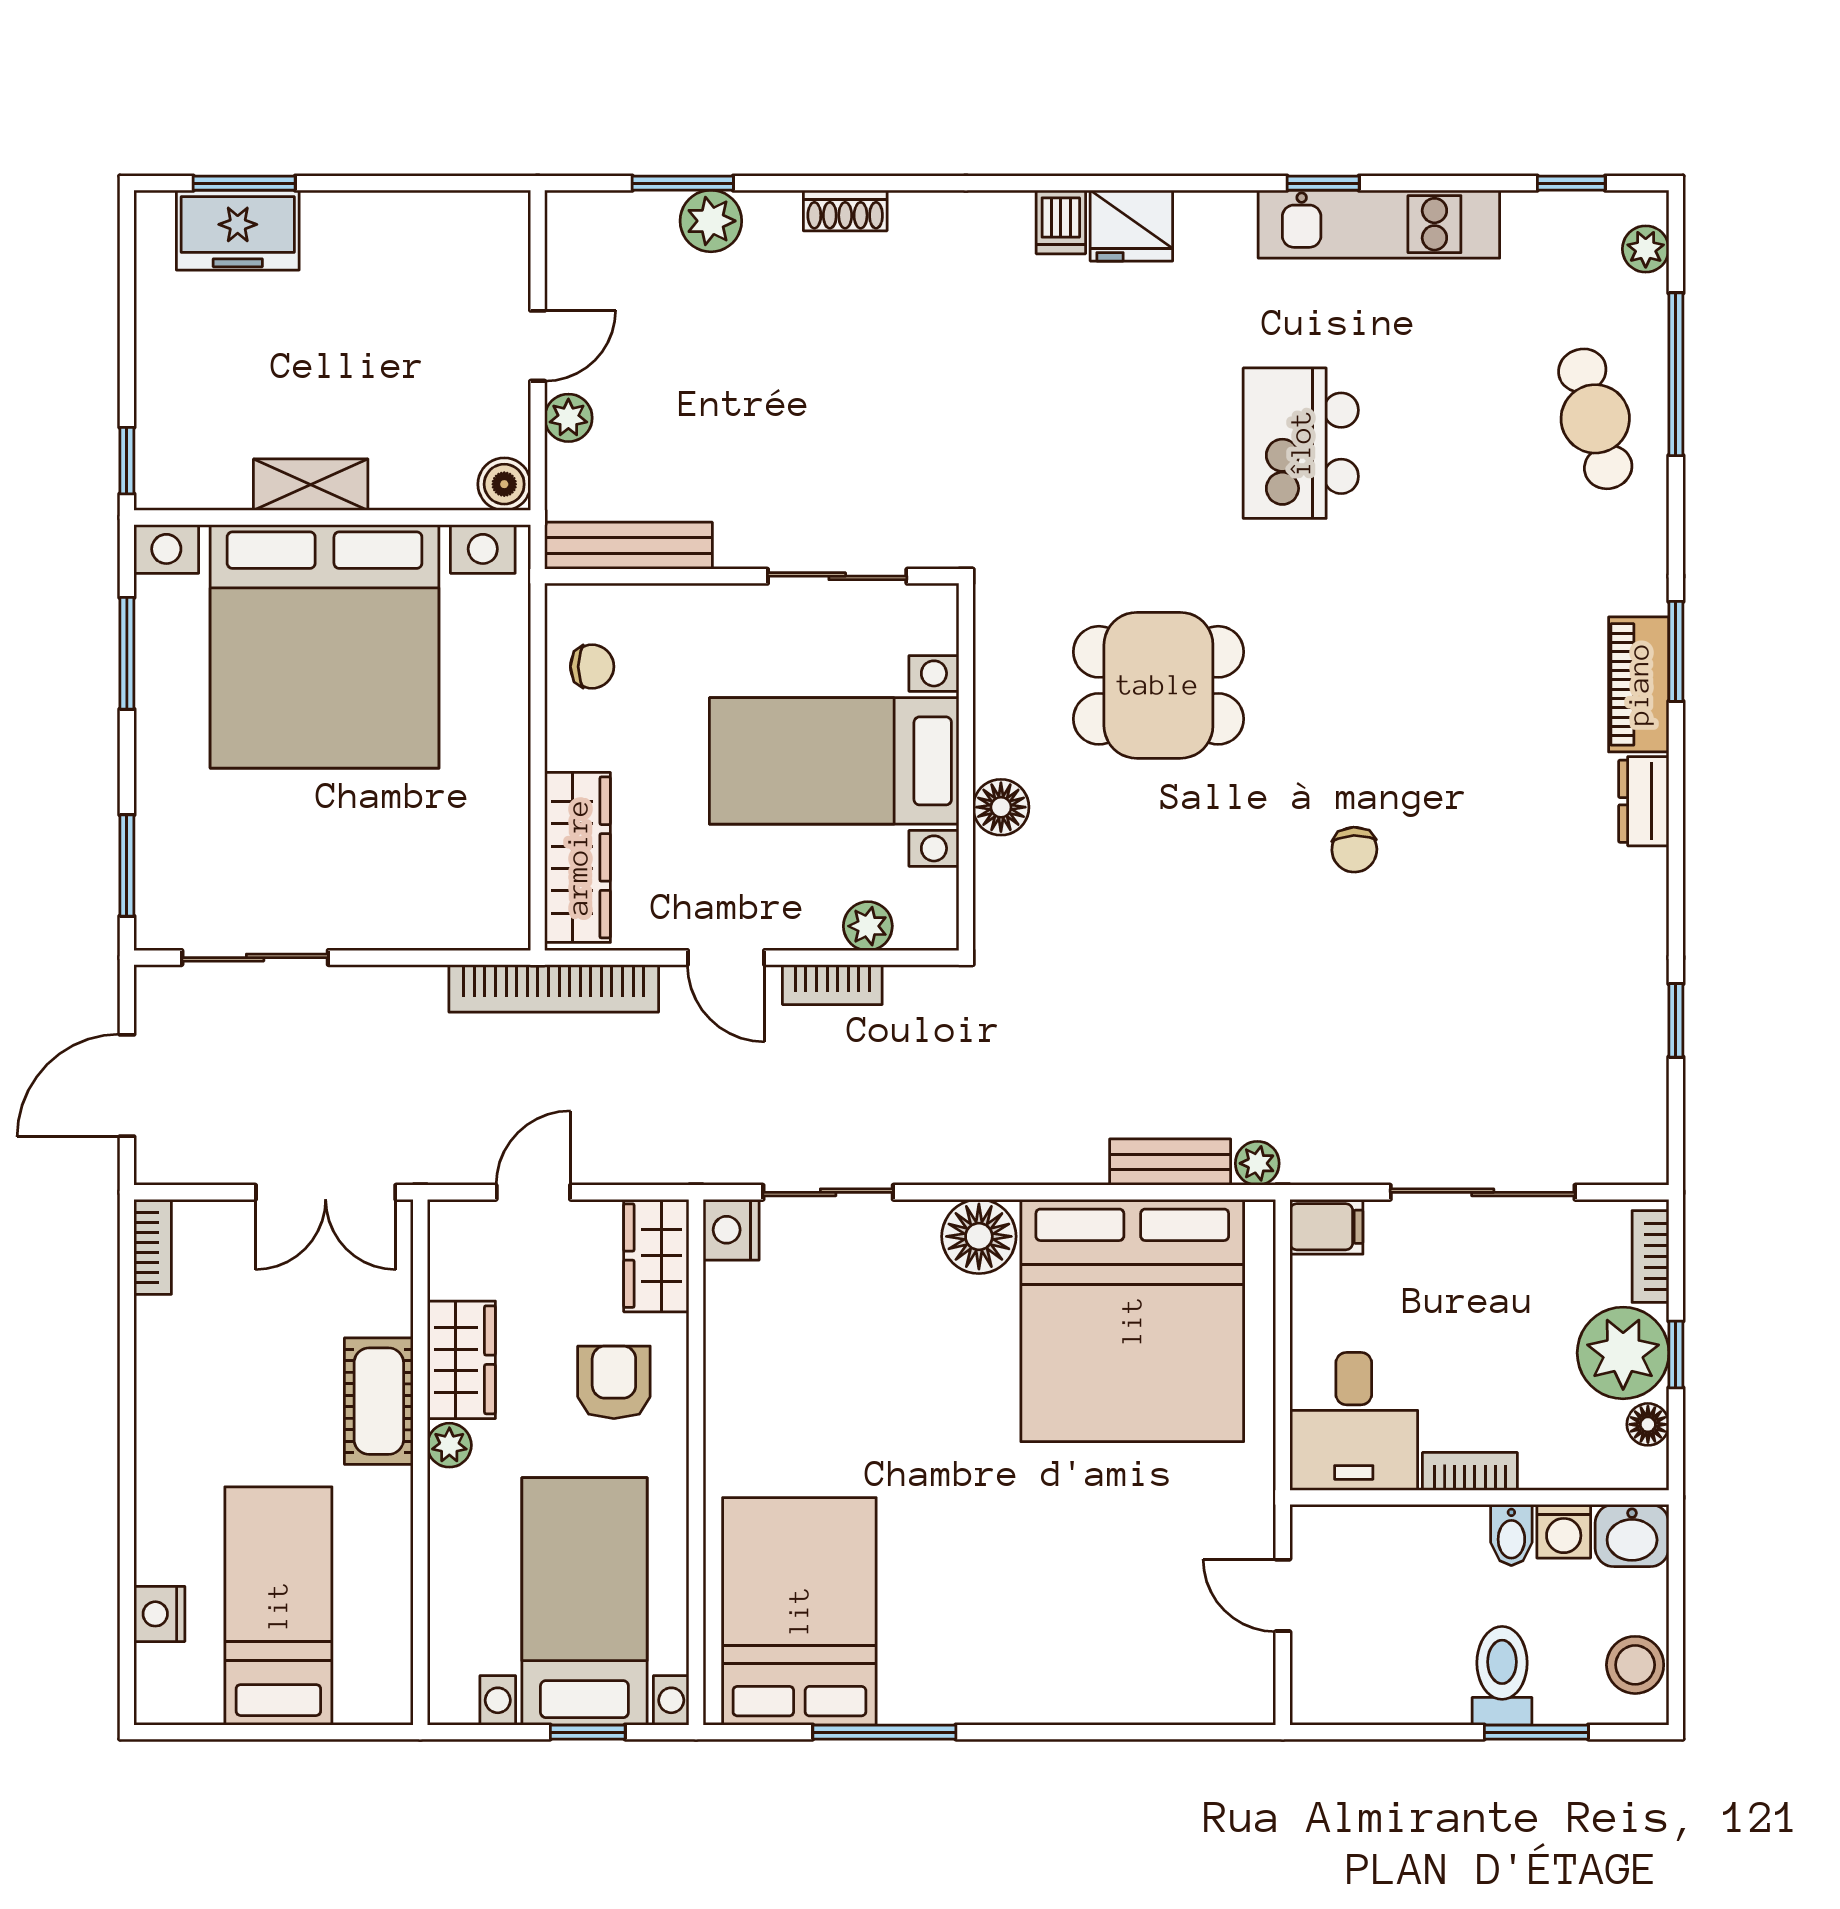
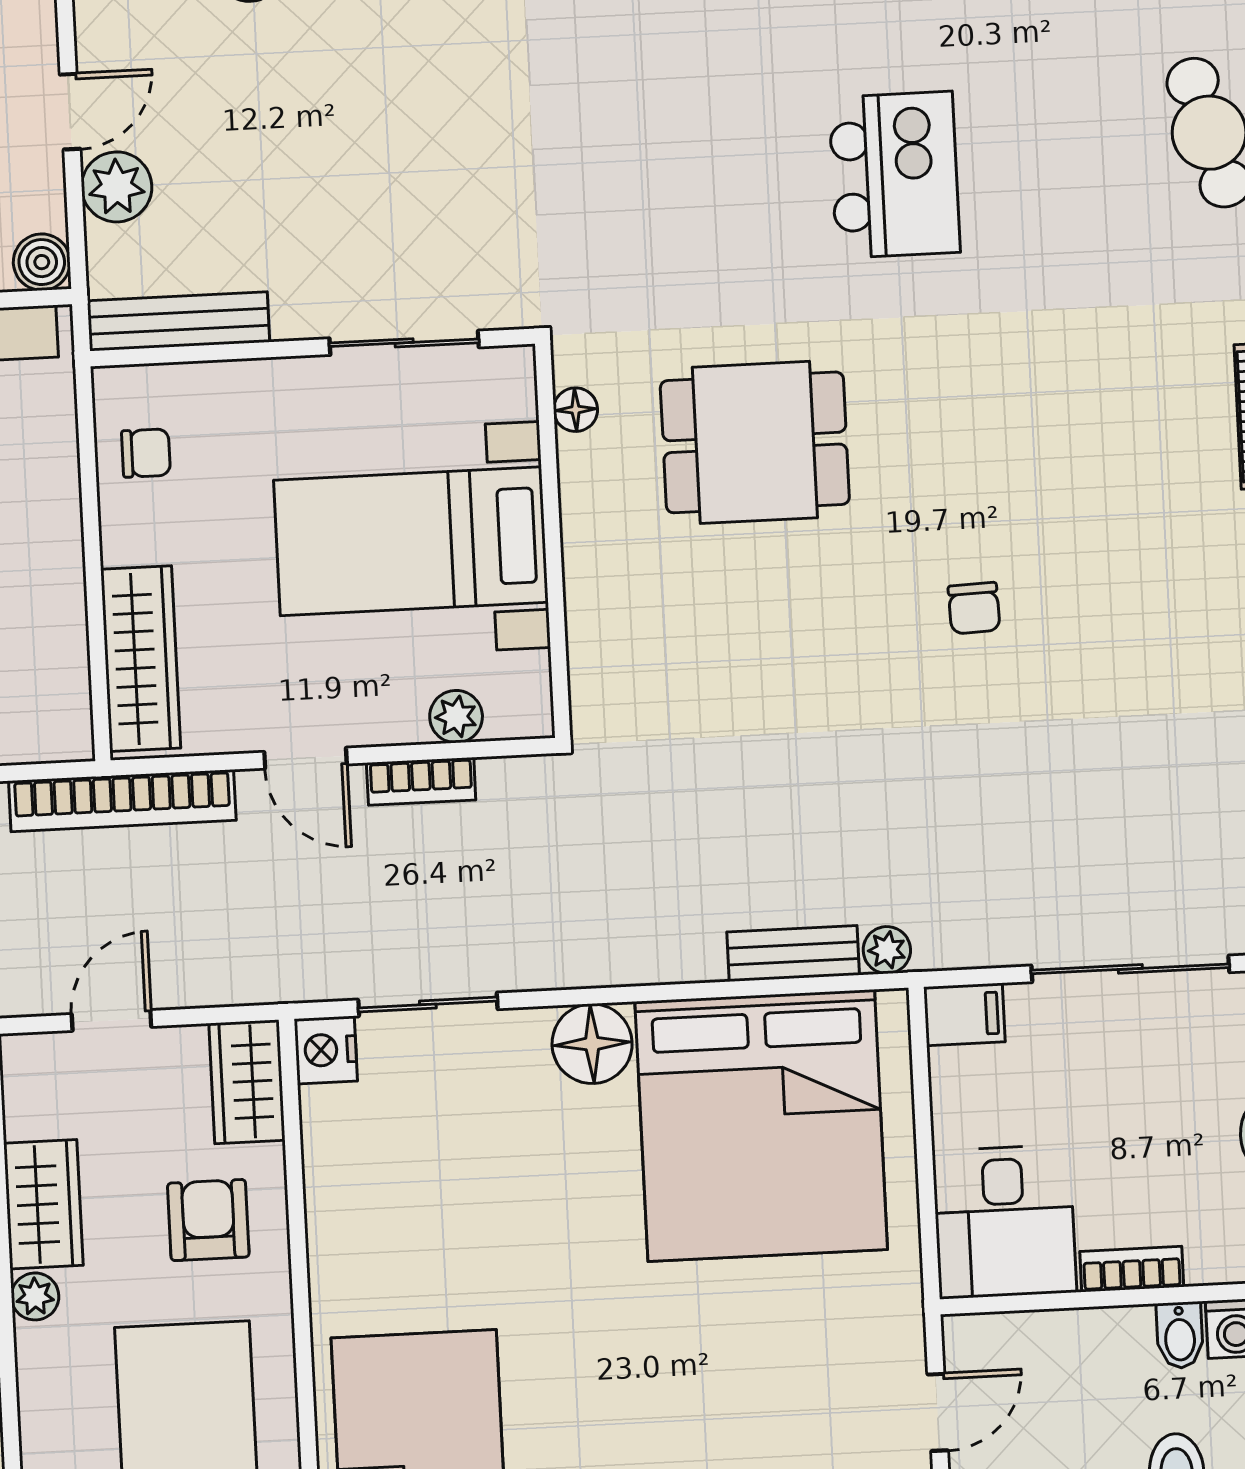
plant: (568, 418) -> (117, 187), width x1.38, depth x1.38
kitchen island: (1301, 443) -> (894, 175), turned 180
floor lamp: (1001, 807) -> (576, 410), moved, width x0.73, depth x0.73
door: (1283, 1595) -> (938, 1412), swing flipped

